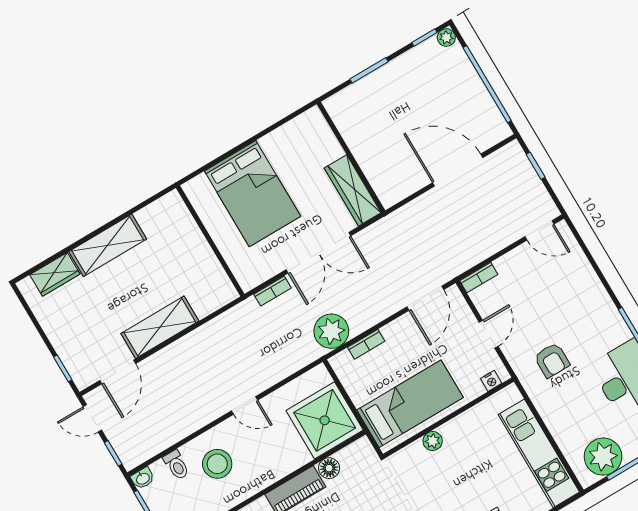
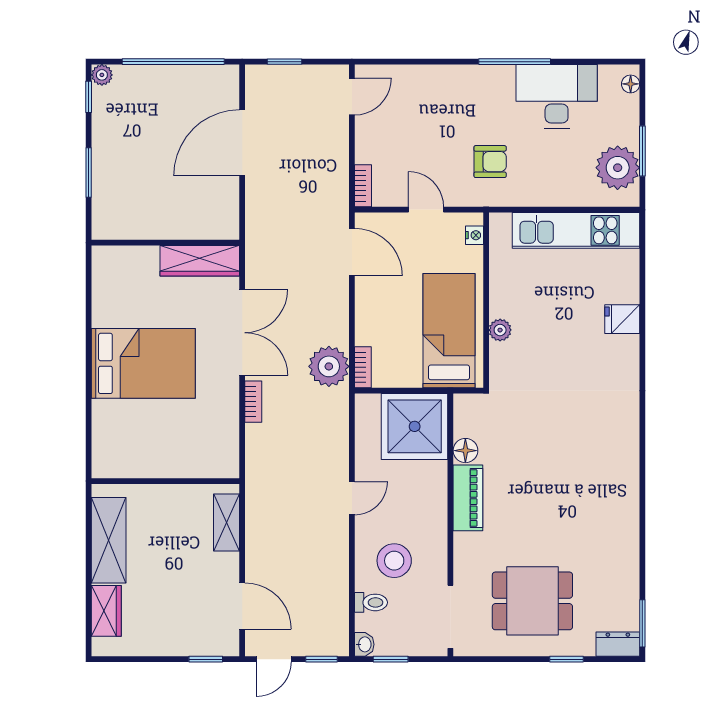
wall: (210, 241) -> (165, 481), moved
shelving: (160, 327) -> (227, 522), width x0.67, depth x0.75
bookcase: (366, 344) -> (363, 367), moved

